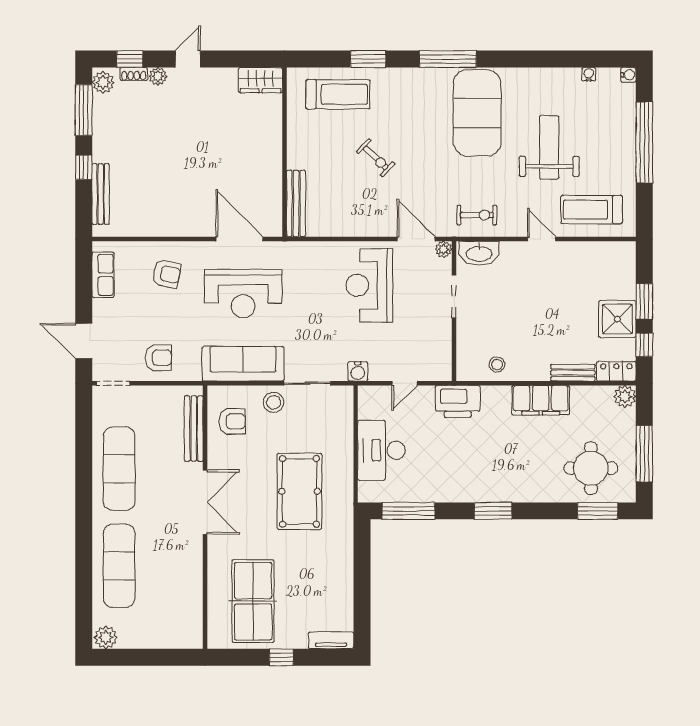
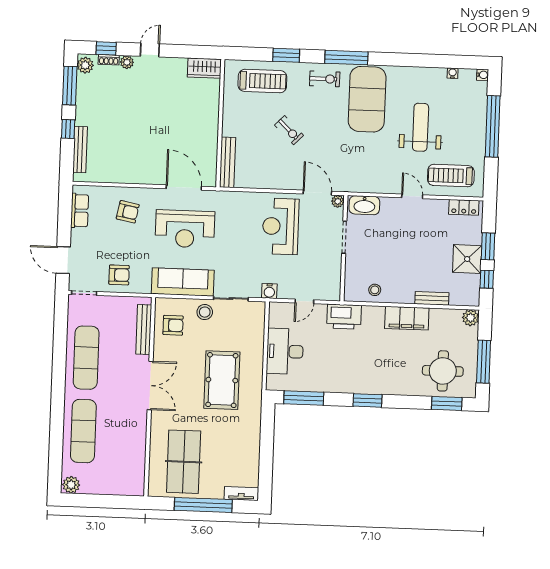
exercise bike: (477, 215) -> (325, 79), moved
locker: (616, 371) -> (464, 207), moved, turned 180
window: (281, 657) -> (203, 505), width x3.17

